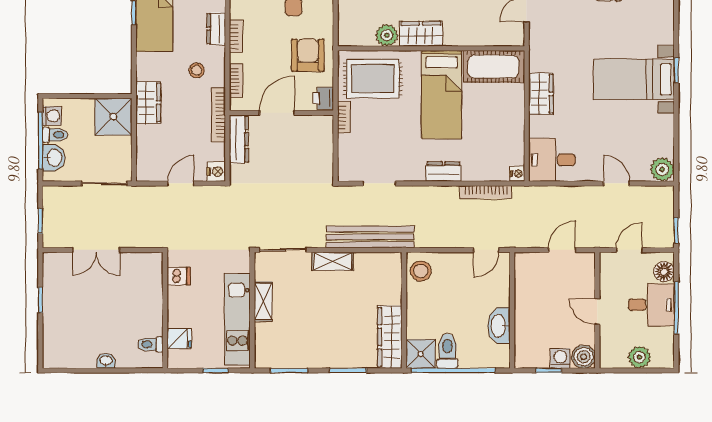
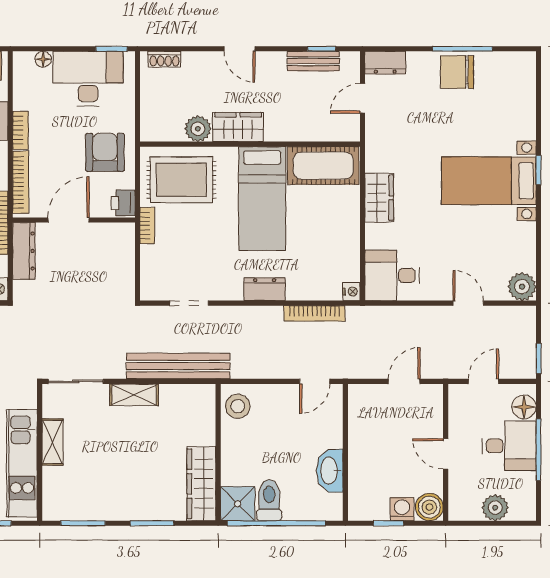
bookcase: (236, 81) -> (21, 182), width x1.56

